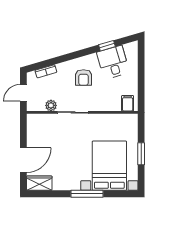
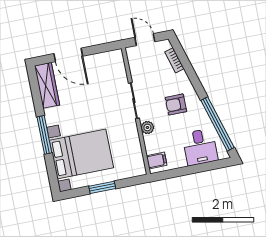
window: (107, 46) -> (217, 124), width x3.17
desk: (113, 62) -> (200, 147), moved, turned 106
plant: (51, 105) -> (147, 127), moved
wardrobe: (39, 183) -> (47, 85), width x1.50

